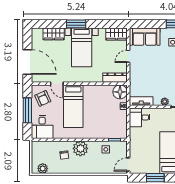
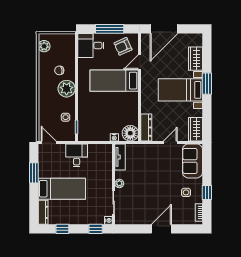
door: (128, 56) -> (170, 142), hinge flipped
desk: (140, 117) -> (77, 155), moved

